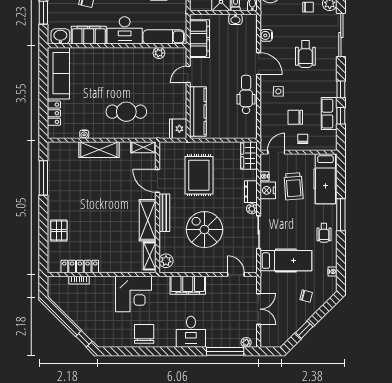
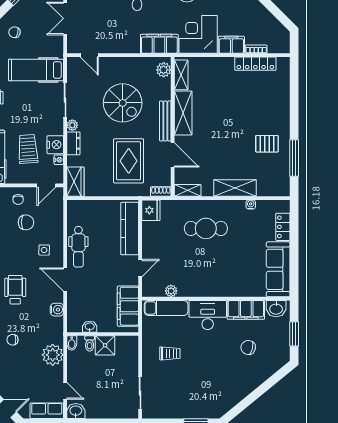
shoe rack: (169, 146) -> (161, 192), added
pallet: (59, 230) -> (267, 144), moved, turned 90
filing cabinet: (102, 284) -> (231, 45), added
filing cabinet: (188, 285) -> (159, 44), moved

